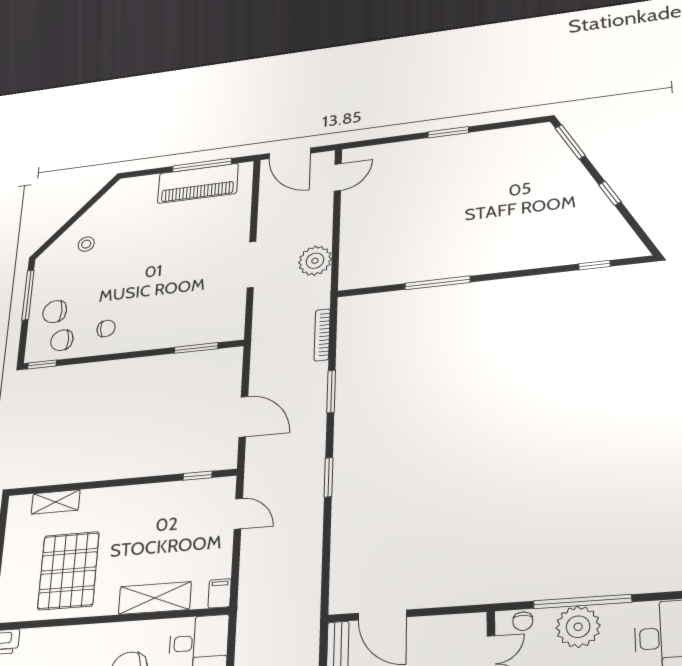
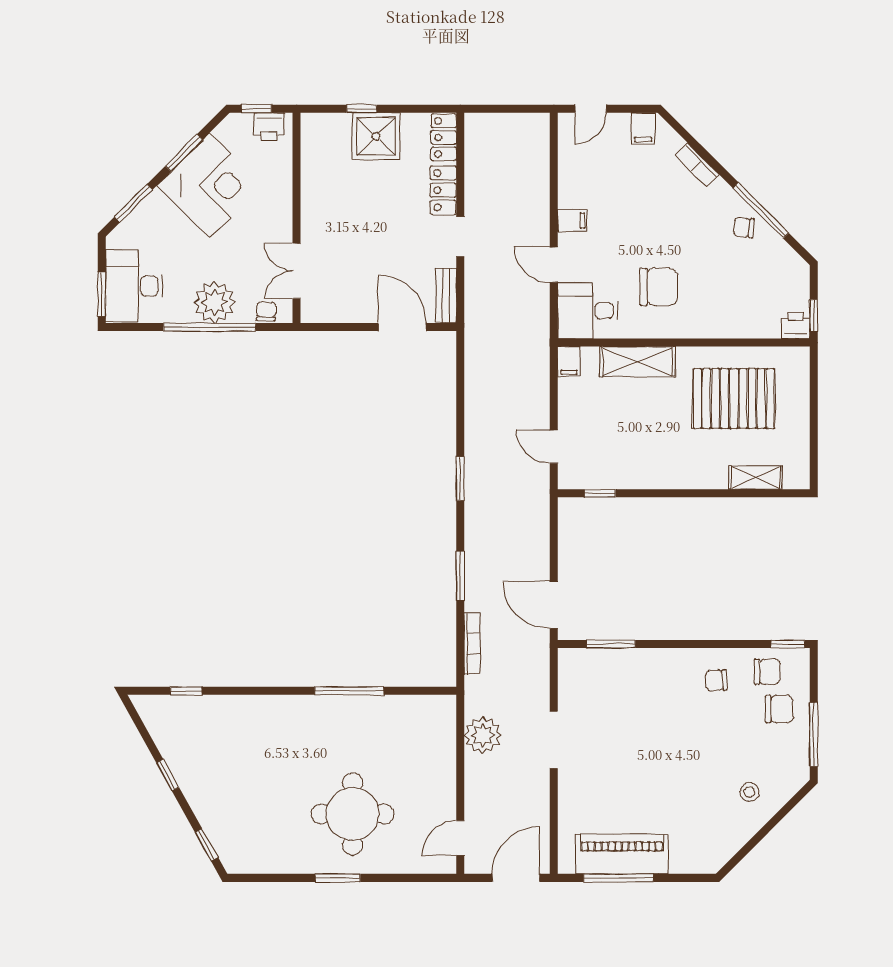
window: (570, 142) -> (207, 845), width x0.67
door: (290, 153) -> (516, 878), hinge flipped
round table: (435, 184) -> (353, 814), added
door: (243, 417) -> (554, 605), moved
pallet: (68, 571) -> (734, 399), turned 90

